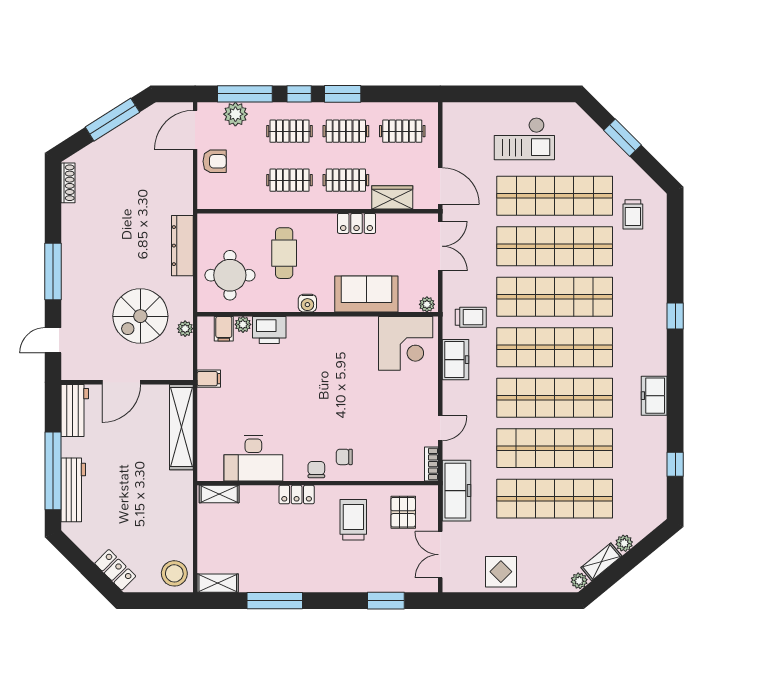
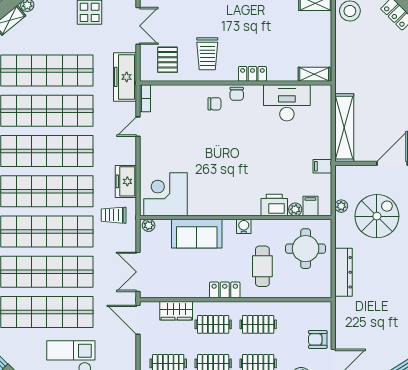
locker: (357, 223) -> (225, 290), moved

